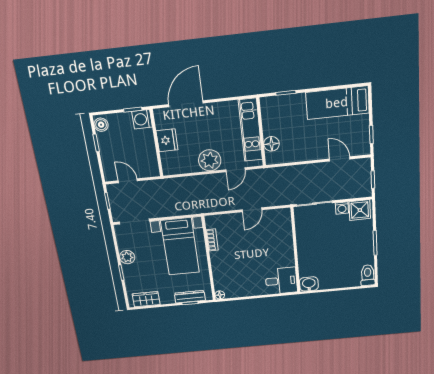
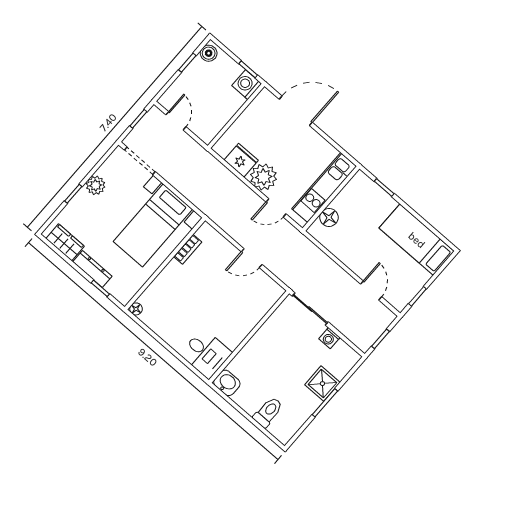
fridge: (167, 140) -> (241, 160), moved, turned -90
shower: (360, 210) -> (322, 384), moved
toilet: (368, 275) -> (268, 412), moved
dresser: (190, 297) -> (92, 269), moved

